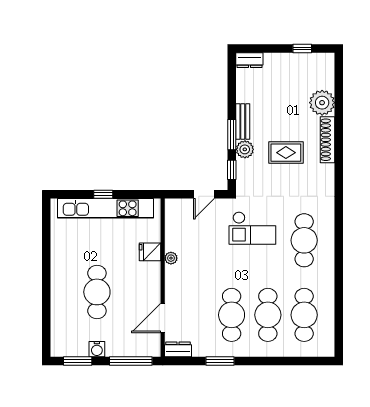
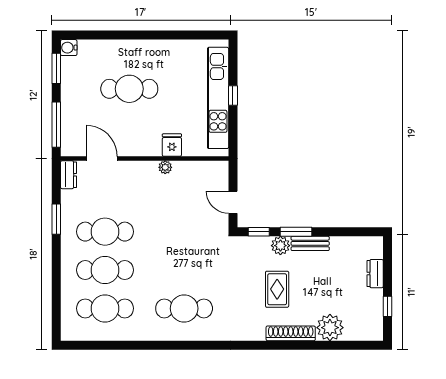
dresser: (249, 60) -> (375, 274), moved
checkout: (252, 228) -> (197, 254), removed
water cooler: (97, 349) -> (69, 48), moved

